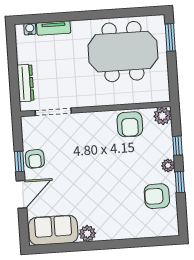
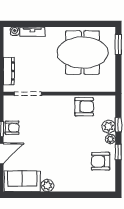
plant: (162, 116) -> (109, 127), moved
armchair: (130, 124) -> (84, 107), turned -90
armchair: (35, 159) -> (12, 128), turned -88

